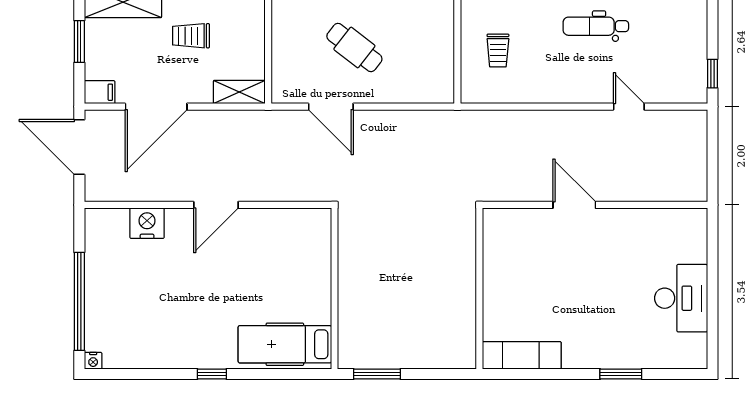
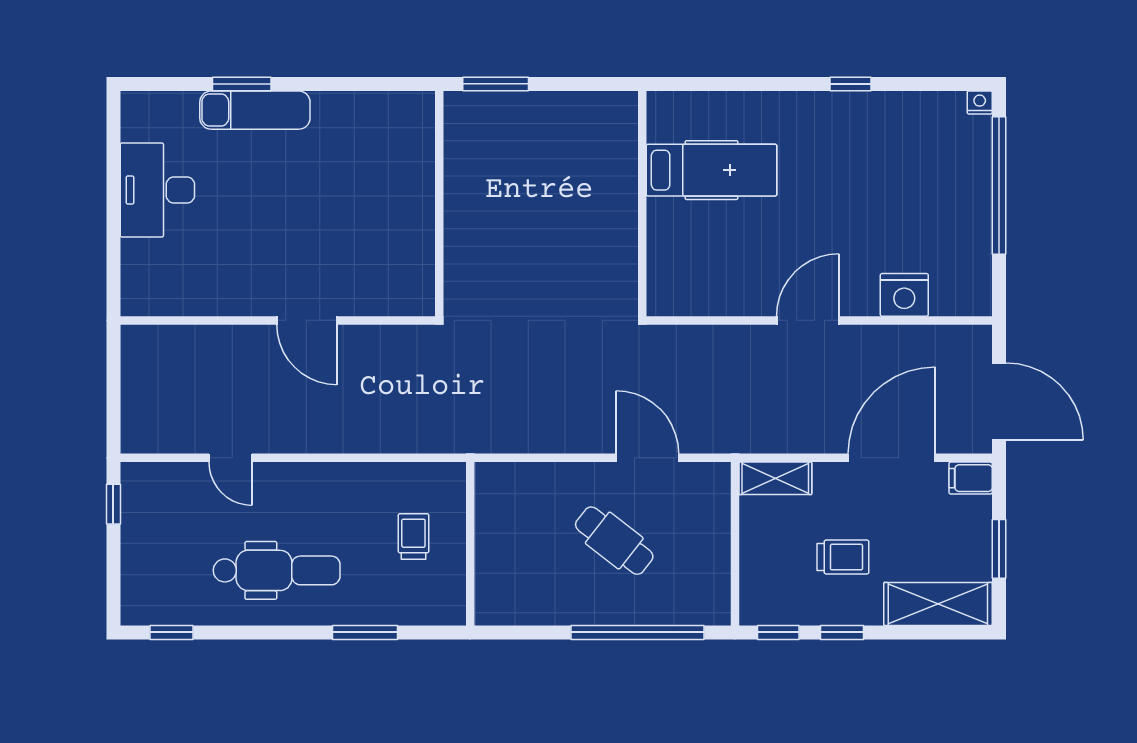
dental chair: (596, 26) -> (277, 570), width x1.36, depth x1.38
hospital bed: (285, 344) -> (711, 170), moved
exam couch: (522, 355) -> (255, 110), moved
window: (212, 374) -> (850, 84), moved
window: (377, 374) -> (496, 84), moved

